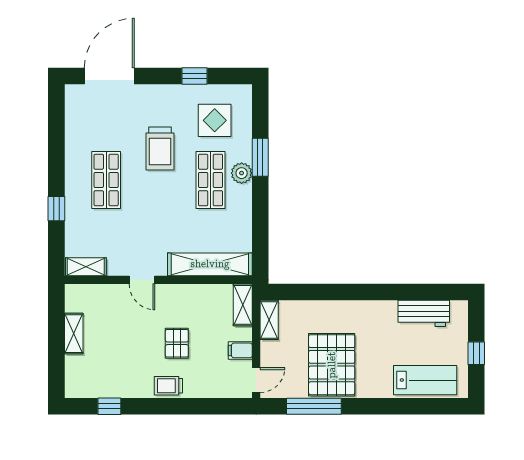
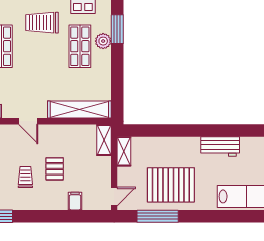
trolley: (160, 148) -> (42, 23), turned 90
workbench: (424, 313) -> (220, 146), moved
filing cabinet: (240, 350) -> (75, 201), moved, turned 90
pallet: (332, 365) -> (171, 185), turned 90
trolley: (168, 386) -> (25, 177), moved, turned 90

